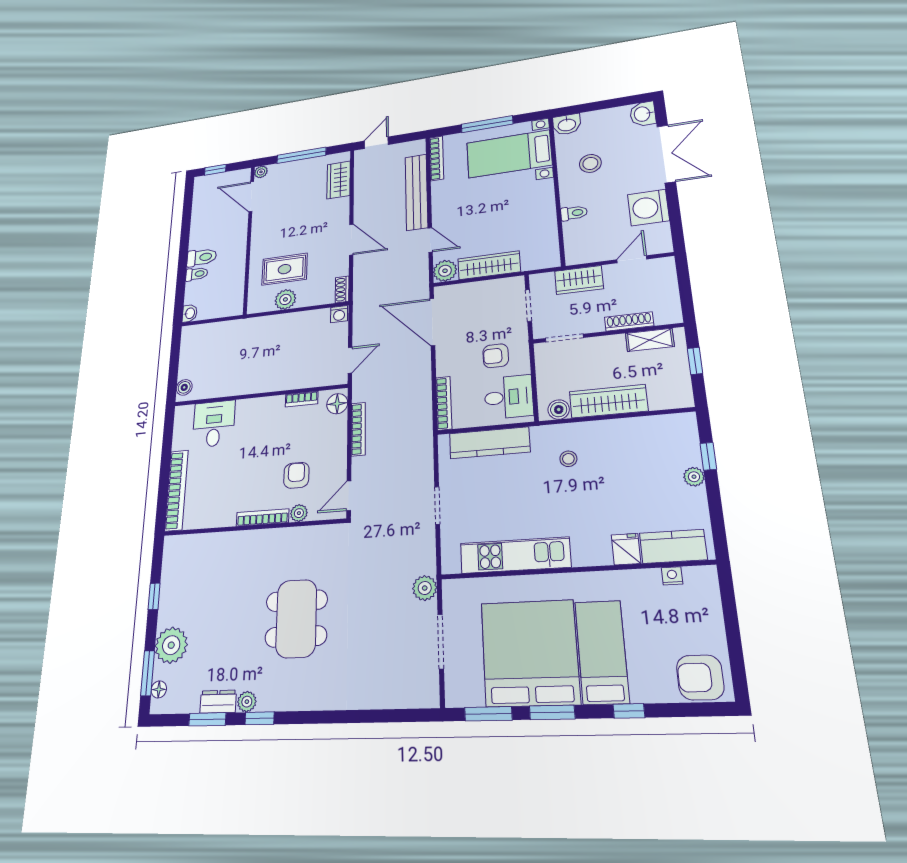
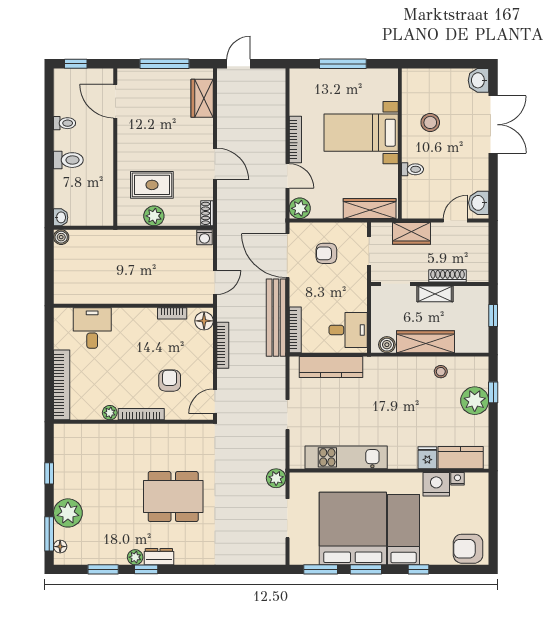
washbasin: (567, 124) -> (479, 203), moved, turned 90
bed with nightstands: (509, 154) -> (361, 133), moved
bookcase: (436, 158) -> (295, 139), moved
plant: (261, 172) -> (124, 75), removed
bench: (416, 192) -> (276, 318), moved
washing machine: (648, 208) -> (473, 174), removed
wardrobe: (489, 265) -> (370, 209), moved
toilet: (197, 274) -> (65, 123), moved
shelving: (650, 340) -> (435, 294), moved
armchair: (496, 356) -> (326, 253), moved
boiler: (184, 387) -> (61, 237), moved
stool: (568, 459) -> (441, 372), moved
plant: (694, 477) -> (475, 401), width x1.87, depth x1.87
plant: (299, 513) -> (110, 413), moved
nightstand: (642, 585) -> (436, 484), added
dining table: (296, 618) -> (173, 497), turned 90
dresser: (218, 702) -> (159, 557), moved

